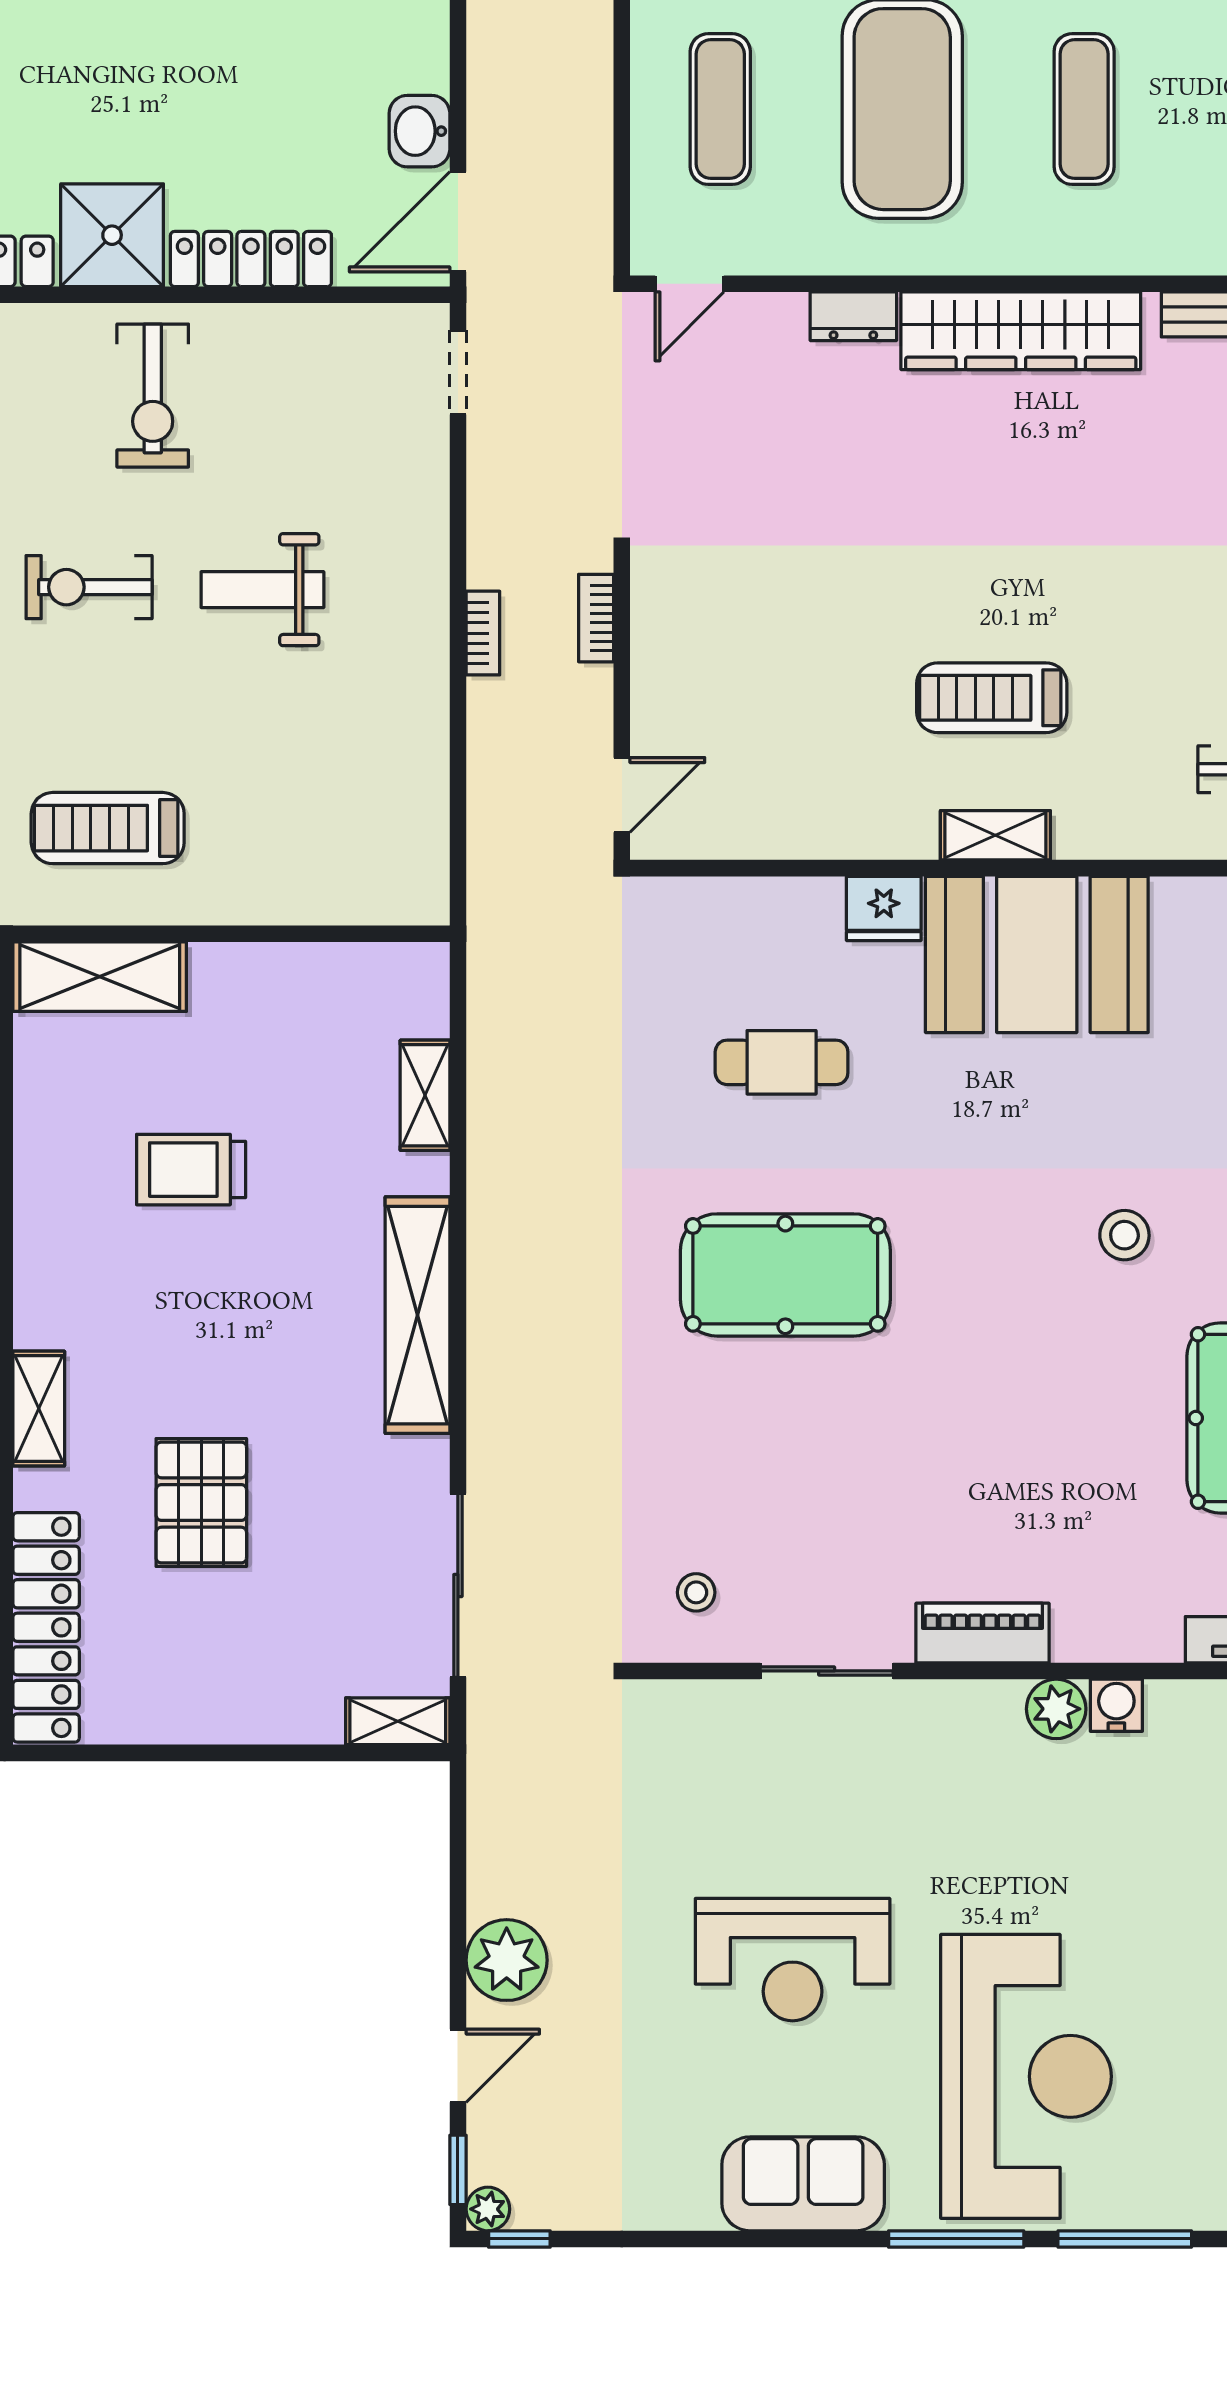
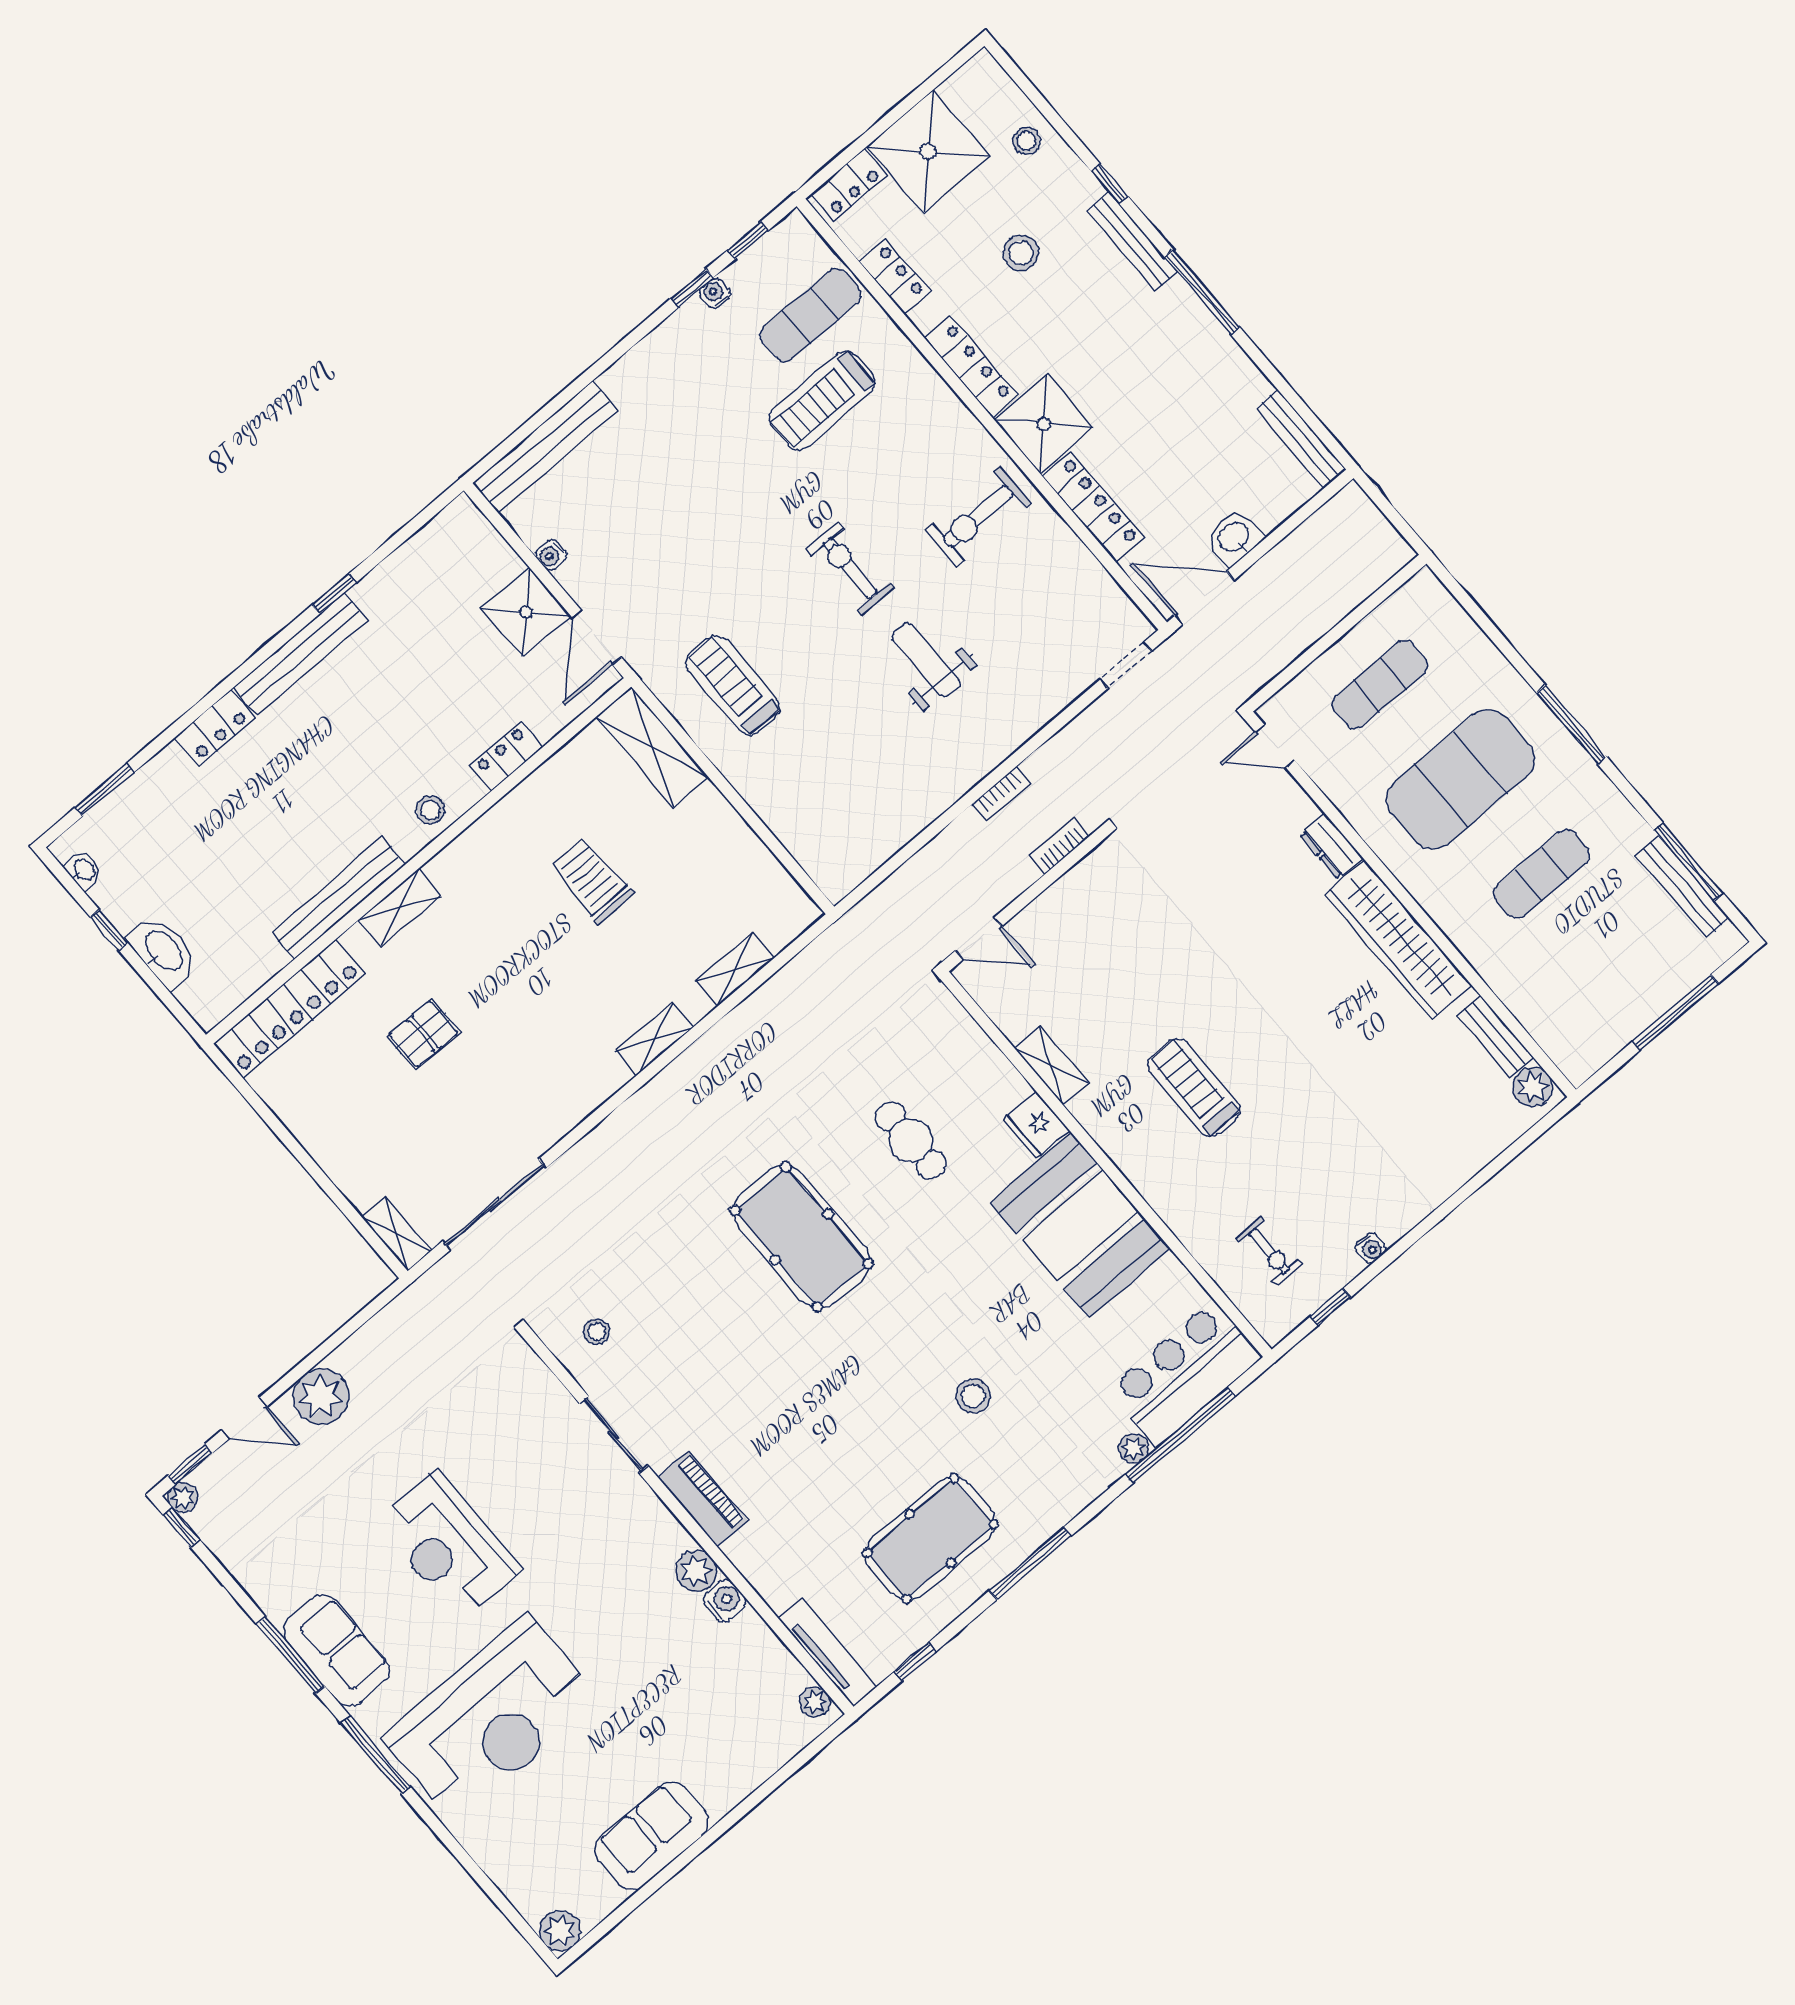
shelving: (995, 835) -> (1051, 1066), moved
shelving: (417, 1315) -> (654, 1039), width x0.45, depth x0.75
pallet: (201, 1503) -> (423, 1034), width x0.67, depth x0.71
window: (1125, 2239) -> (290, 1655), moved

